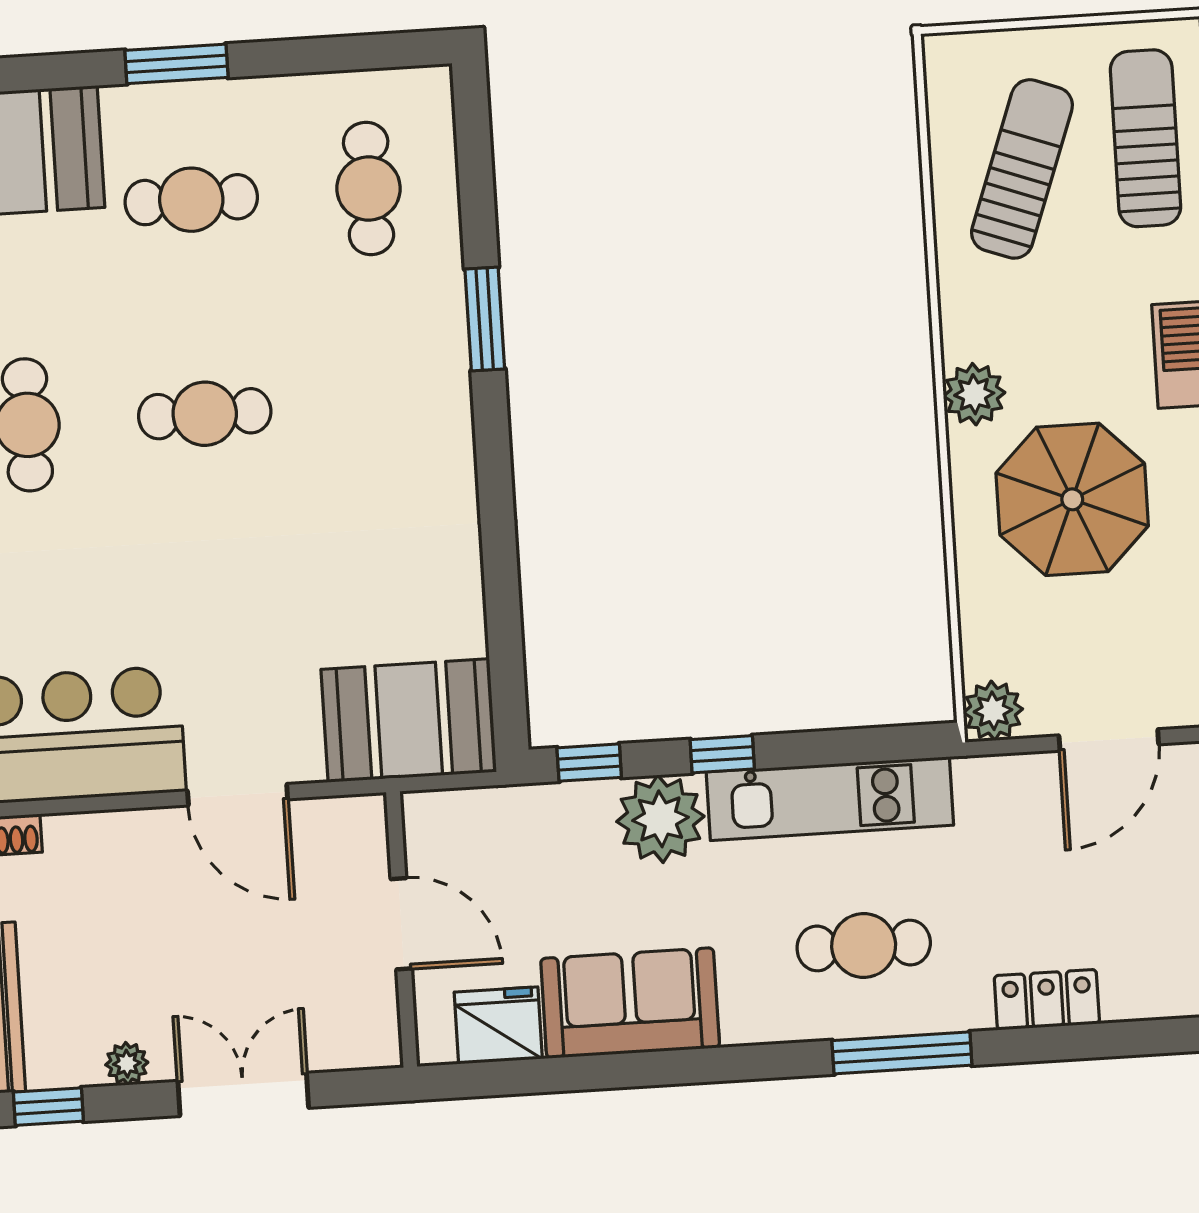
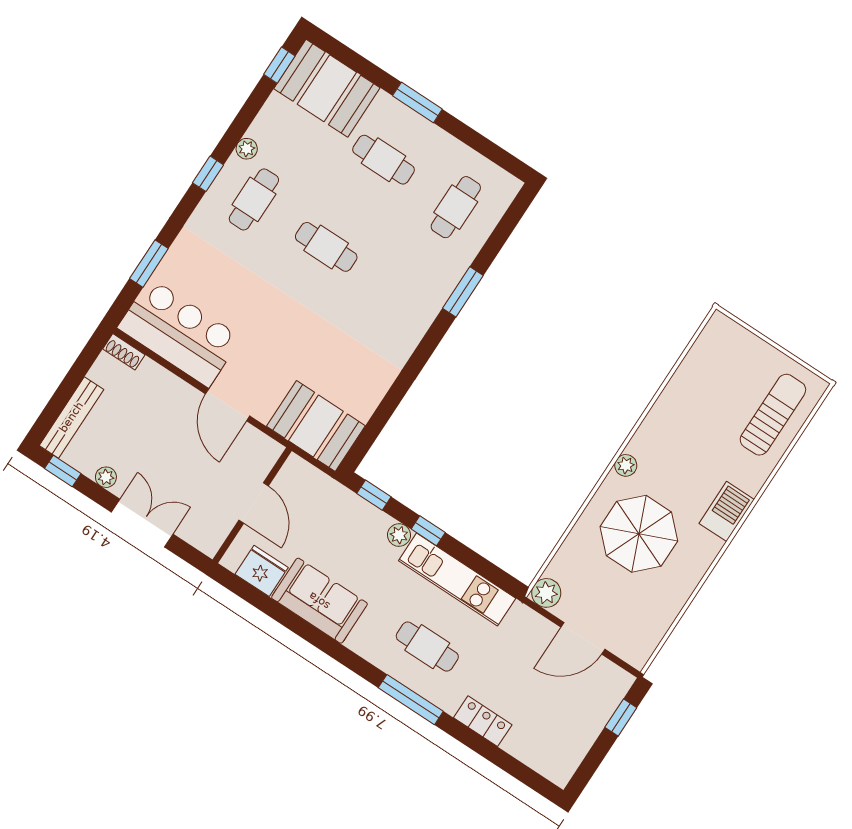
sun lounger: (1022, 169) -> (716, 391), removed
plant: (974, 394) -> (626, 465), width x0.73, depth x0.73
plant: (660, 819) -> (399, 535), width x0.53, depth x0.53

